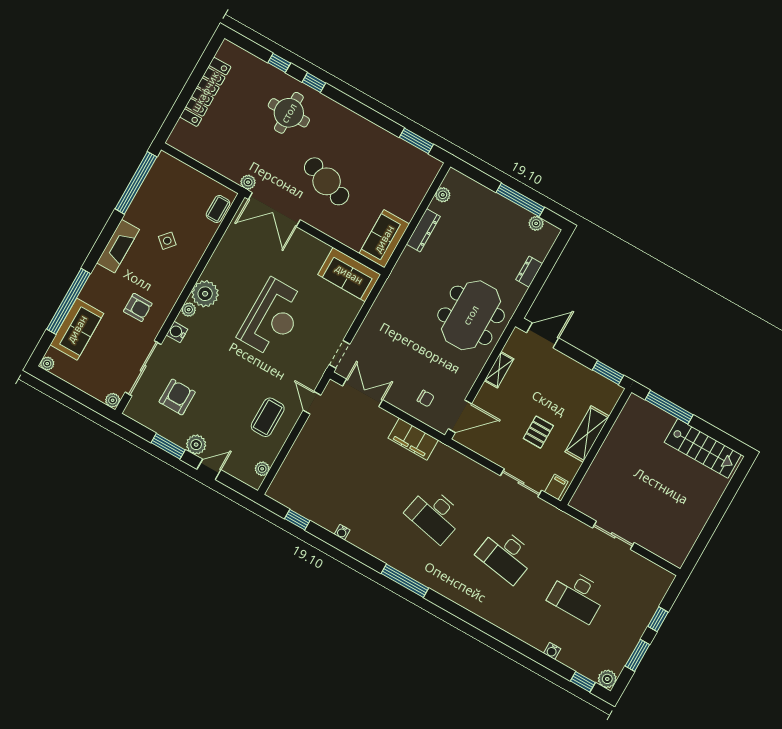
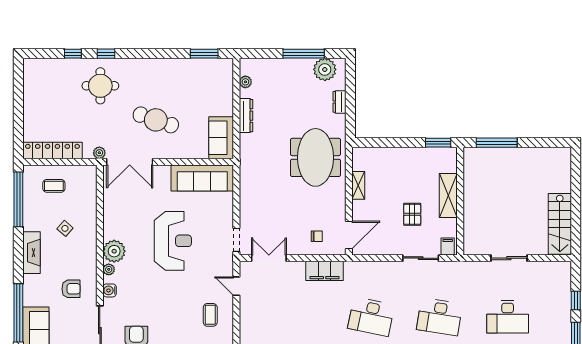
locker: (205, 92) -> (52, 151), moved, turned -90
coffee table: (218, 209) -> (54, 186), moved, turned 90
plant: (536, 223) -> (325, 69), width x1.87, depth x1.87
sofa: (349, 274) -> (202, 178), width x1.36
door: (543, 335) -> (376, 143), removed
coffee table: (268, 417) -> (210, 315), width x0.73, depth x0.77
stairs: (703, 448) -> (560, 224), moved, turned 90

